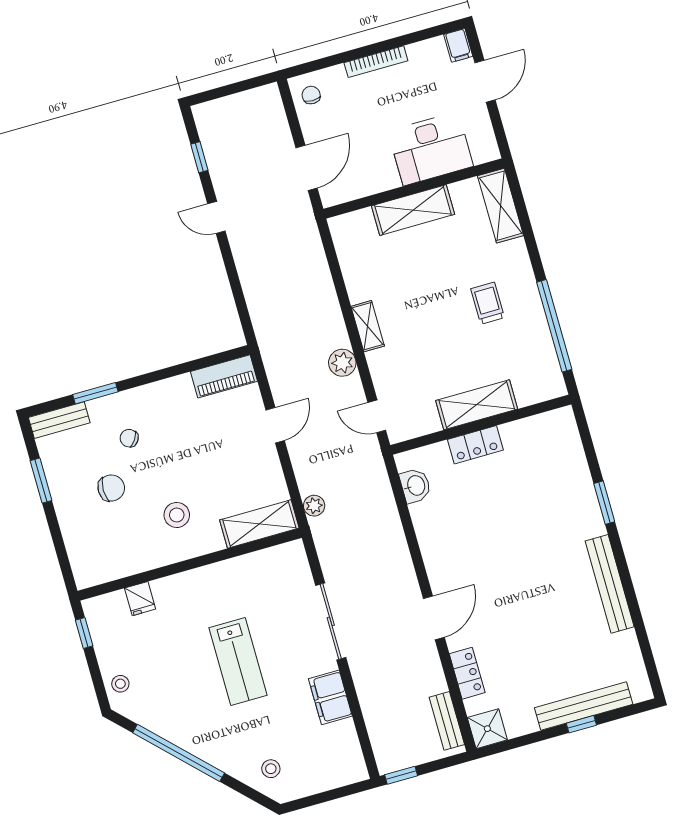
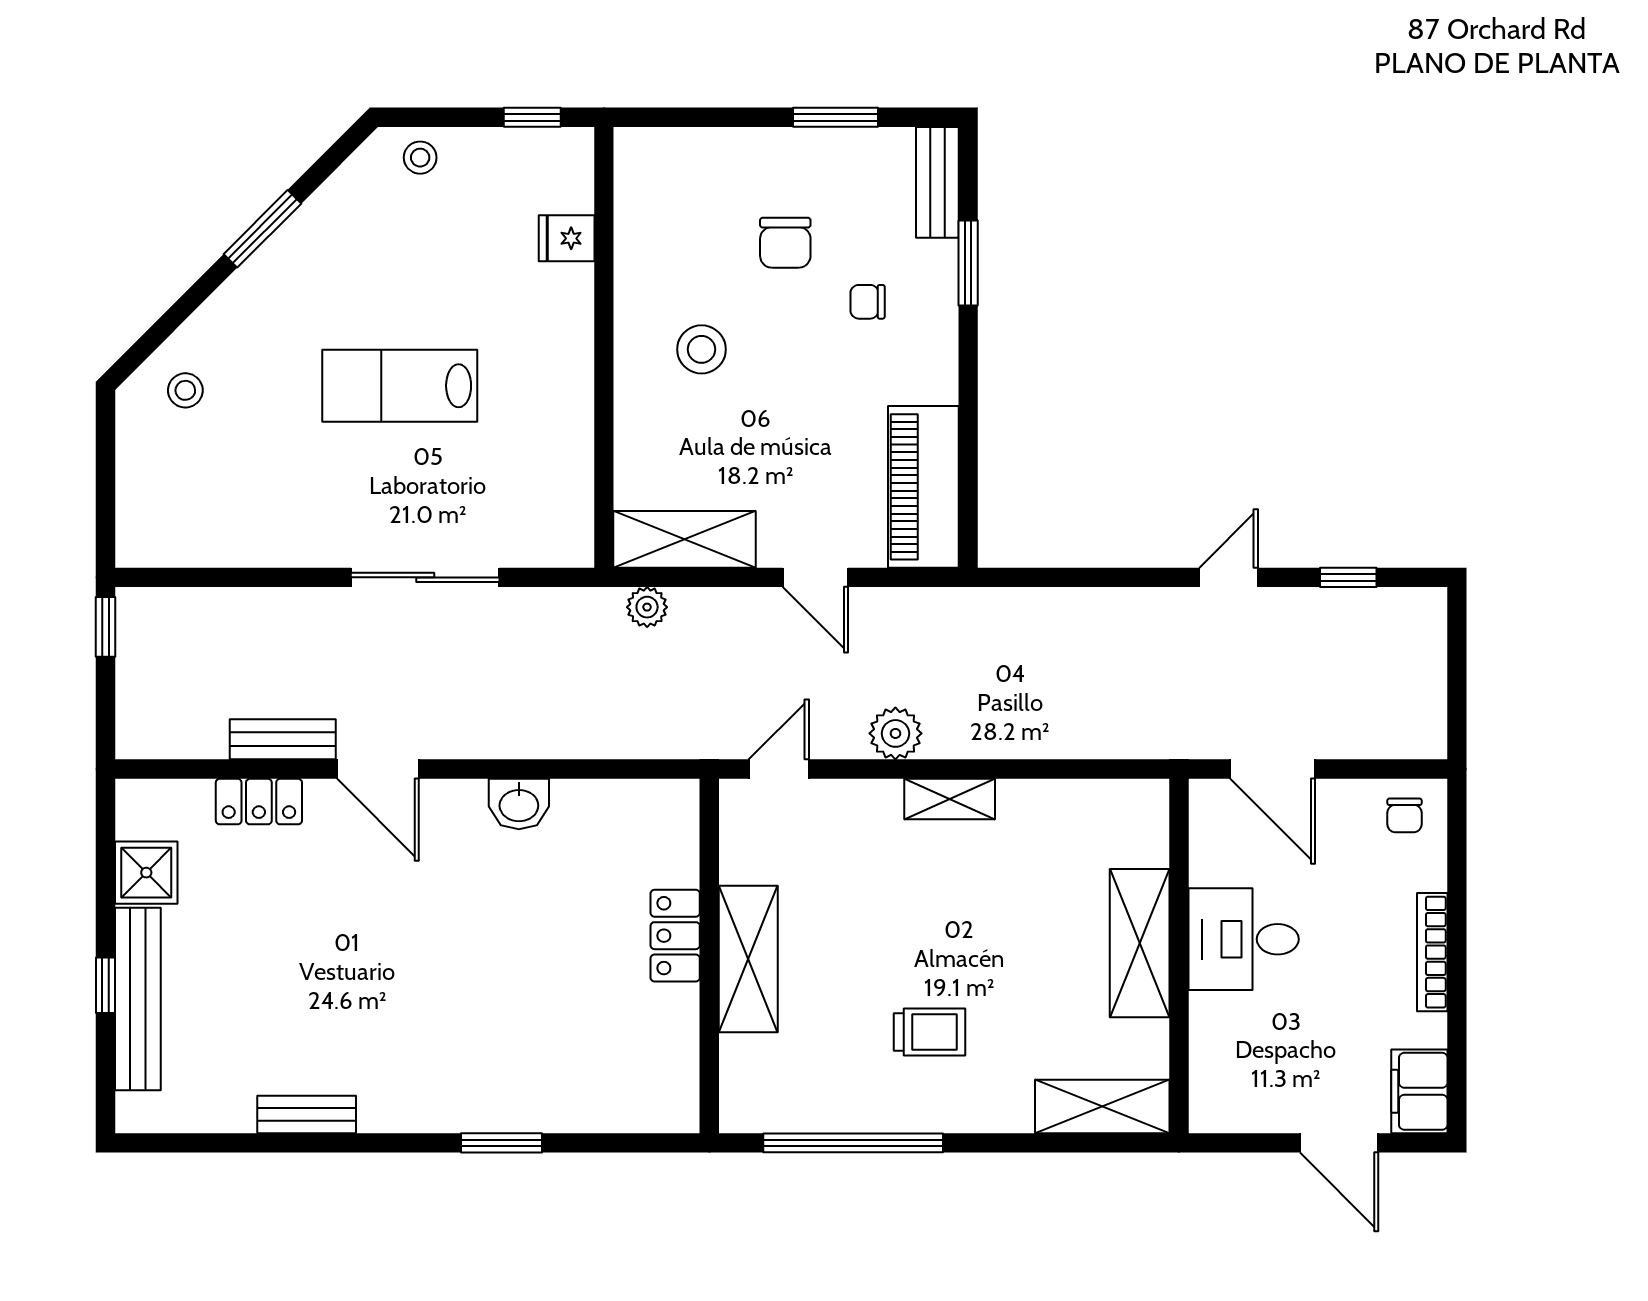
filing cabinet: (458, 45) -> (1419, 1091), width x2.00
chair: (311, 95) -> (1404, 815), turned 90
desk: (431, 149) -> (1244, 939), moved, width x0.73
piano: (224, 376) -> (923, 487), width x1.37, depth x1.33
chair: (129, 438) -> (868, 302), turned -124
washbasin: (415, 486) -> (519, 804), moved
shelving: (259, 524) -> (684, 539), moved, turned 90
bench: (610, 584) -> (307, 1114), width x0.54, depth x0.82
filing cabinet: (330, 697) -> (286, 537), removed
bench: (447, 721) -> (283, 739), moved
shower: (487, 729) -> (146, 873), moved
window: (179, 753) -> (262, 229), width x0.47

